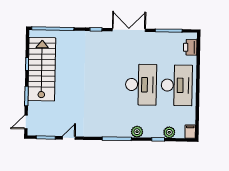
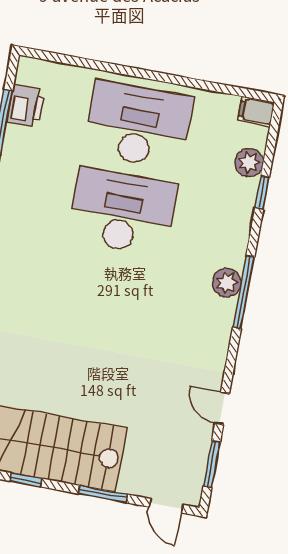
printer: (190, 47) -> (26, 106), moved, turned -90
plant: (137, 132) -> (227, 283), moved

